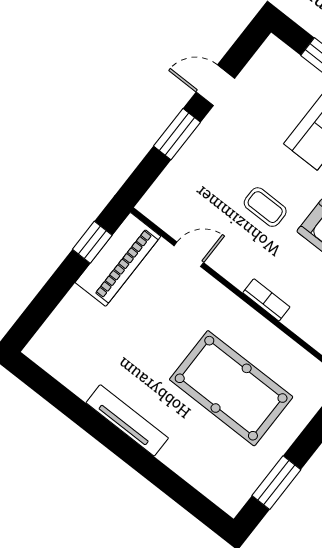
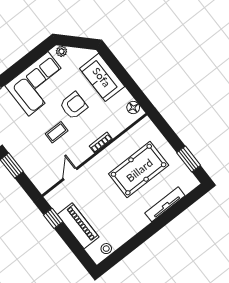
piano: (118, 259) -> (78, 226), moved
stool: (58, 363) -> (106, 249), added
tv unit: (127, 420) -> (165, 204), moved

